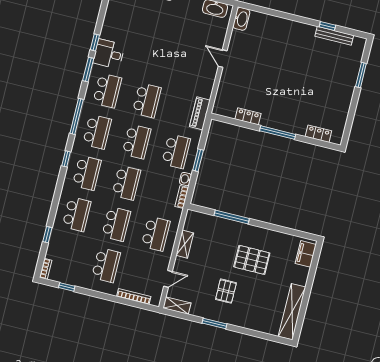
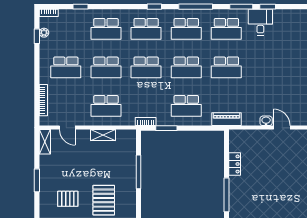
door: (223, 59) -> (282, 128), hinge flipped
window: (198, 160) -> (166, 128), moved
washbasin: (185, 179) -> (266, 121), moved
plant: (65, 279) -> (44, 33), added
pallet: (226, 291) -> (68, 199), moved

